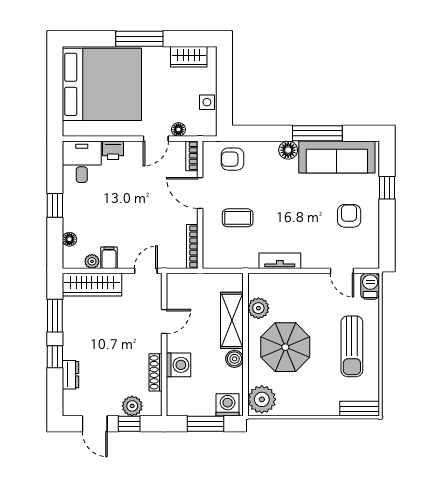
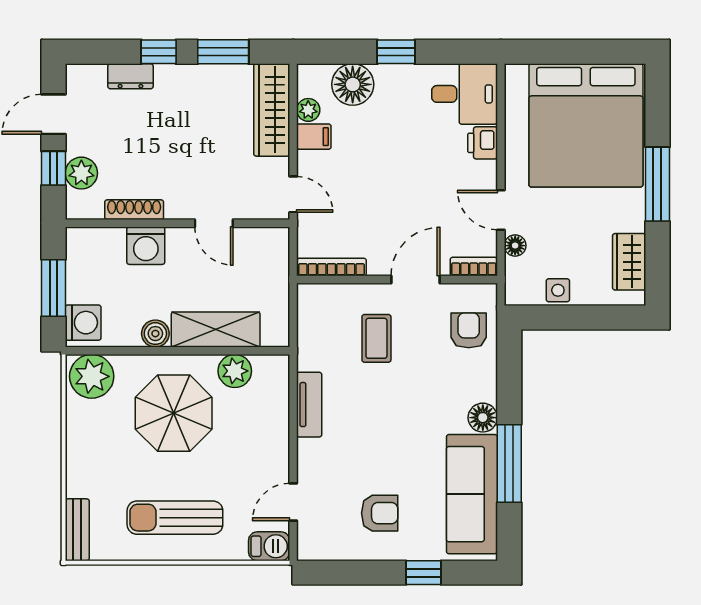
floor lamp: (69, 239) -> (353, 84), width x1.89, depth x1.89

